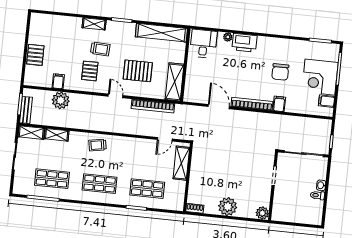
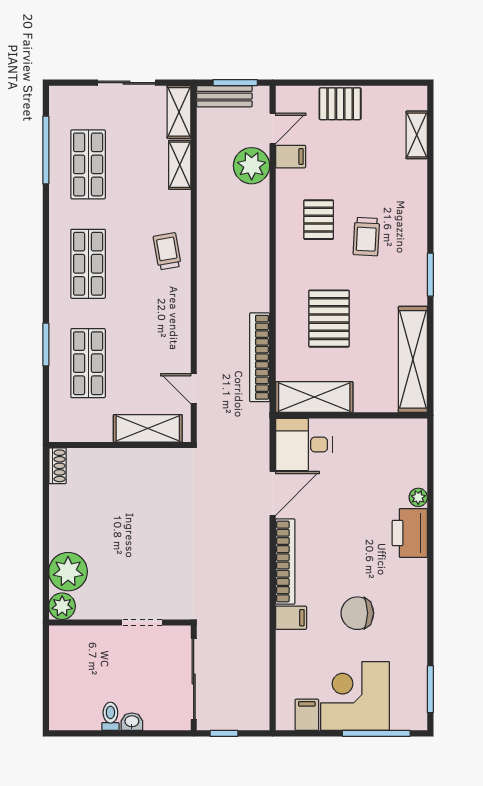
shelving: (94, 24) -> (417, 135), moved
desk: (203, 44) -> (304, 445), moved, turned 180
pallet: (90, 71) -> (319, 220), turned 90
door: (116, 96) -> (273, 128), moved
plant: (228, 207) -> (68, 572), moved

